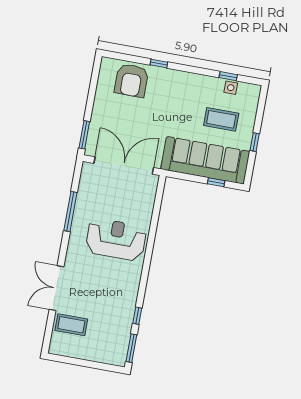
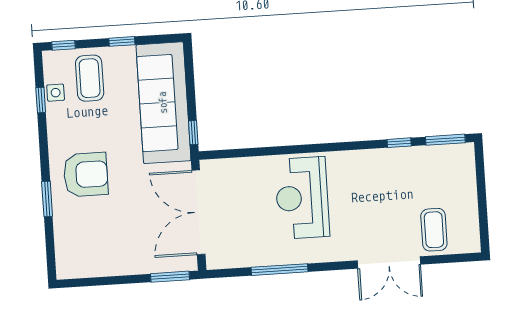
window: (159, 64) -> (47, 199), width x1.50
armchair: (131, 80) -> (86, 174), moved
window: (262, 101) -> (63, 45), added
coffee table: (221, 119) -> (90, 78), moved
window: (216, 182) -> (193, 133), moved

